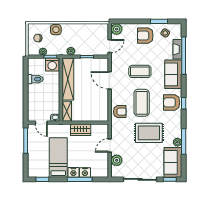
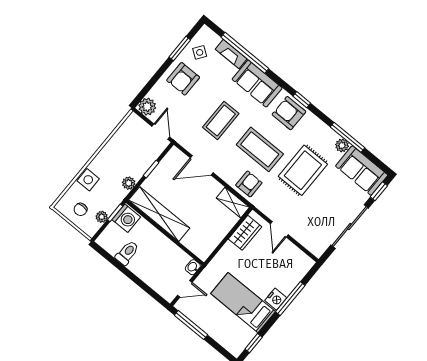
armchair: (172, 102) -> (289, 113), turned 90
shelving: (67, 111) -> (233, 203), moved
wardrobe: (81, 130) -> (245, 233), moved
plant: (117, 160) -> (304, 236), removed
nightstand: (85, 172) -> (287, 285), removed

